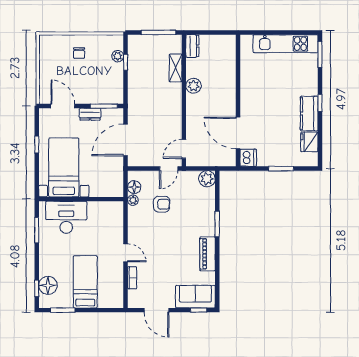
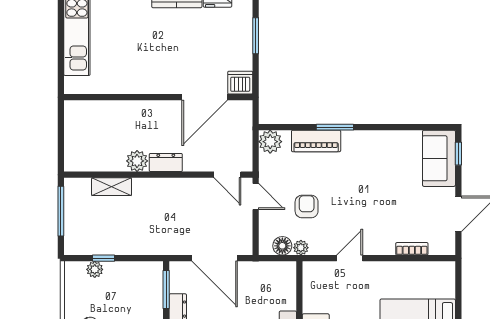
dresser: (192, 46) -> (166, 162), moved
door: (126, 253) -> (350, 258), moved
piano: (207, 254) -> (316, 141), moved

